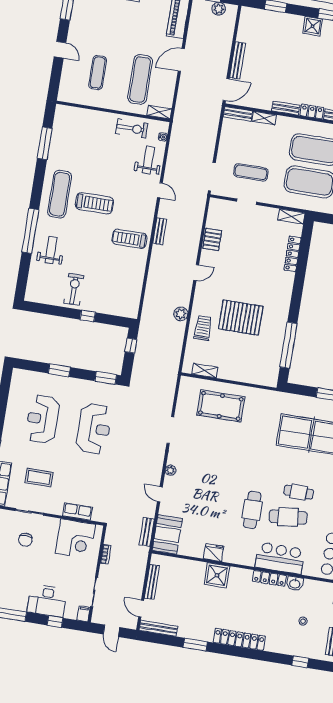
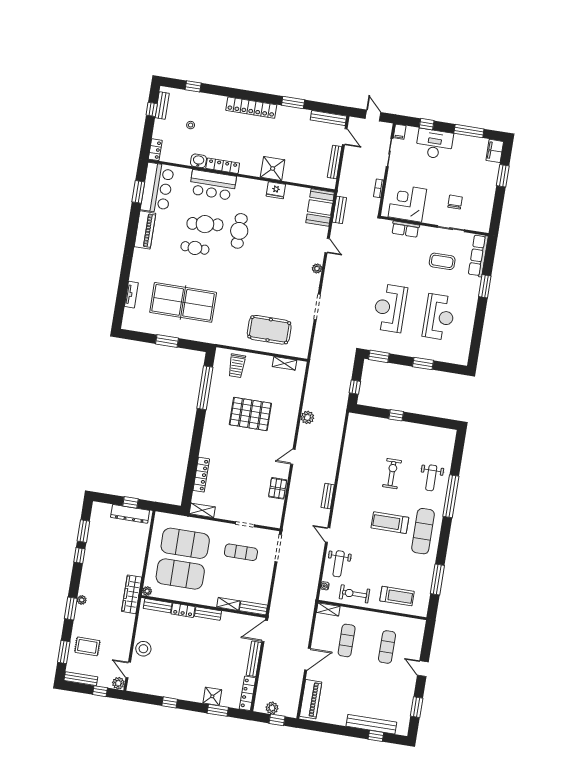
locker: (244, 24) -> (248, 693), added
shower: (313, 26) -> (212, 696), moved
exercise mat: (140, 80) -> (347, 640), width x0.73, depth x0.69
treadmill: (129, 239) -> (397, 596), moved
exercise bike: (74, 289) -> (392, 474), moved, turned 180
trolley: (203, 328) -> (237, 366), moved

